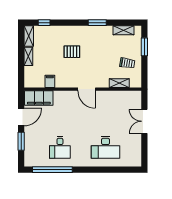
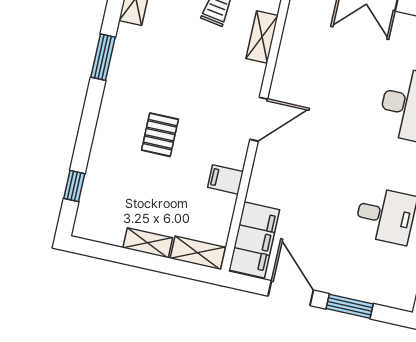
shelving: (29, 36) -> (198, 253), moved
filing cabinet: (50, 81) -> (225, 179), moved

